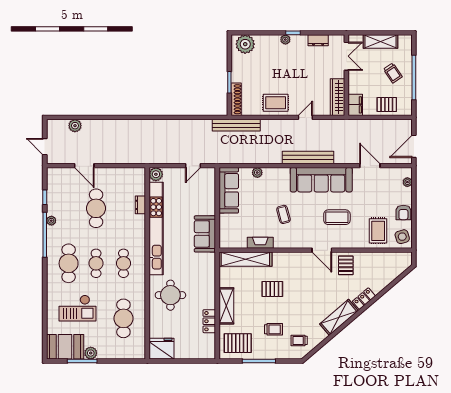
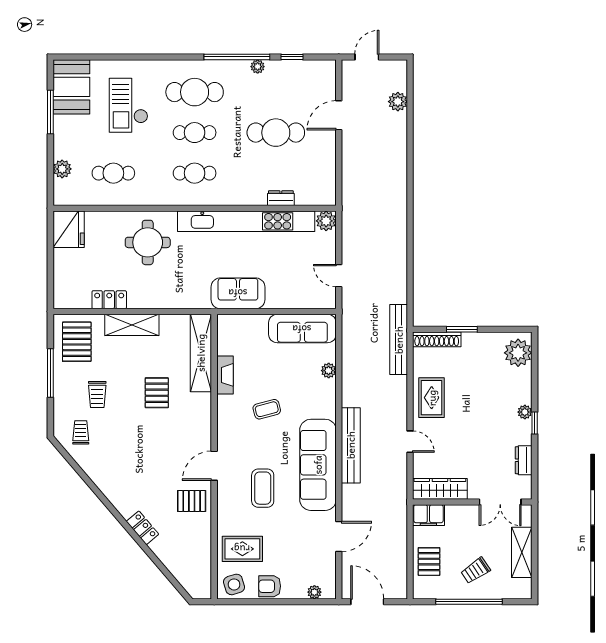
shelving: (339, 317) -> (115, 491), removed
cafe table: (123, 318) -> (113, 173), width x0.73, depth x0.74
plant: (91, 353) -> (62, 169), moved

